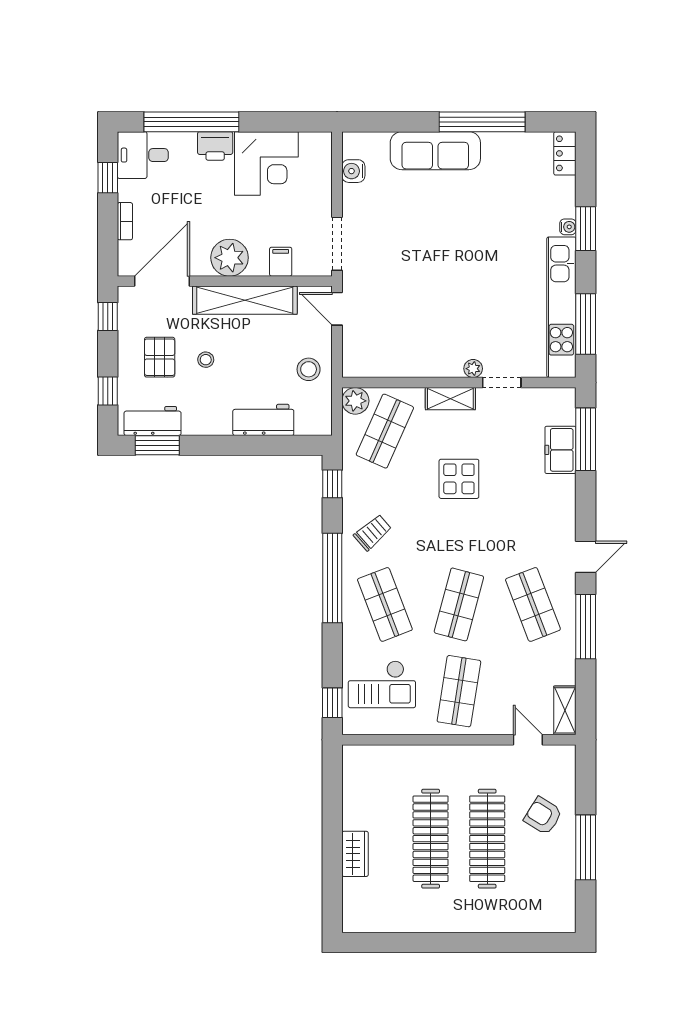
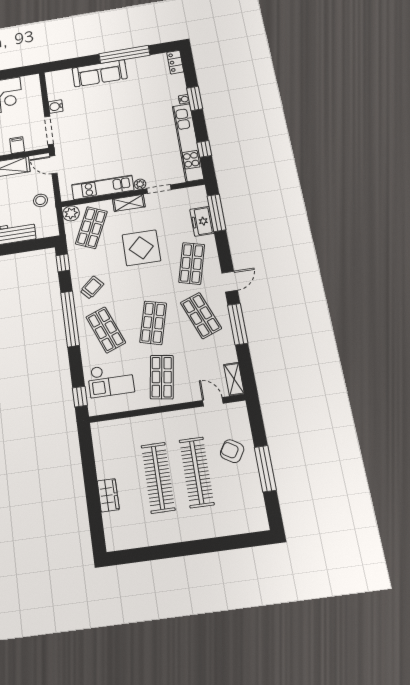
water cooler: (353, 171) -> (56, 106), moved
window: (586, 324) -> (204, 149), width x0.46
kitchen unit: (412, 364) -> (103, 187), added
display table: (459, 479) -> (141, 248), width x1.36, depth x1.36
shop shelf: (533, 518) -> (192, 263), added

